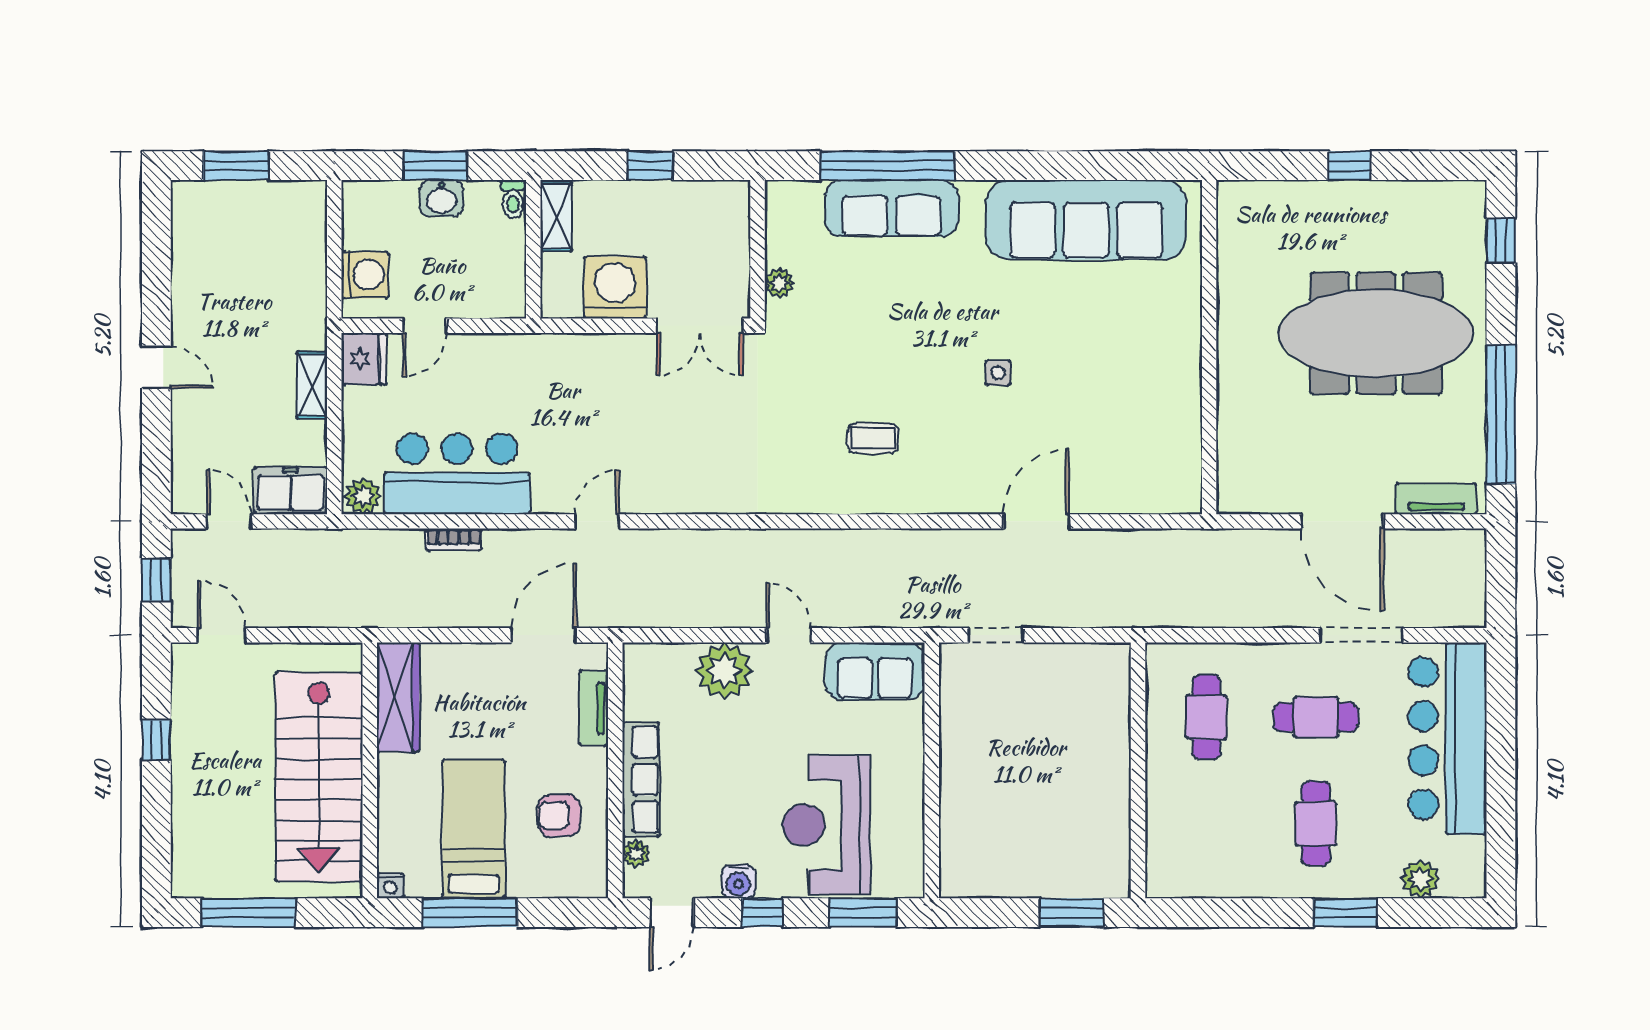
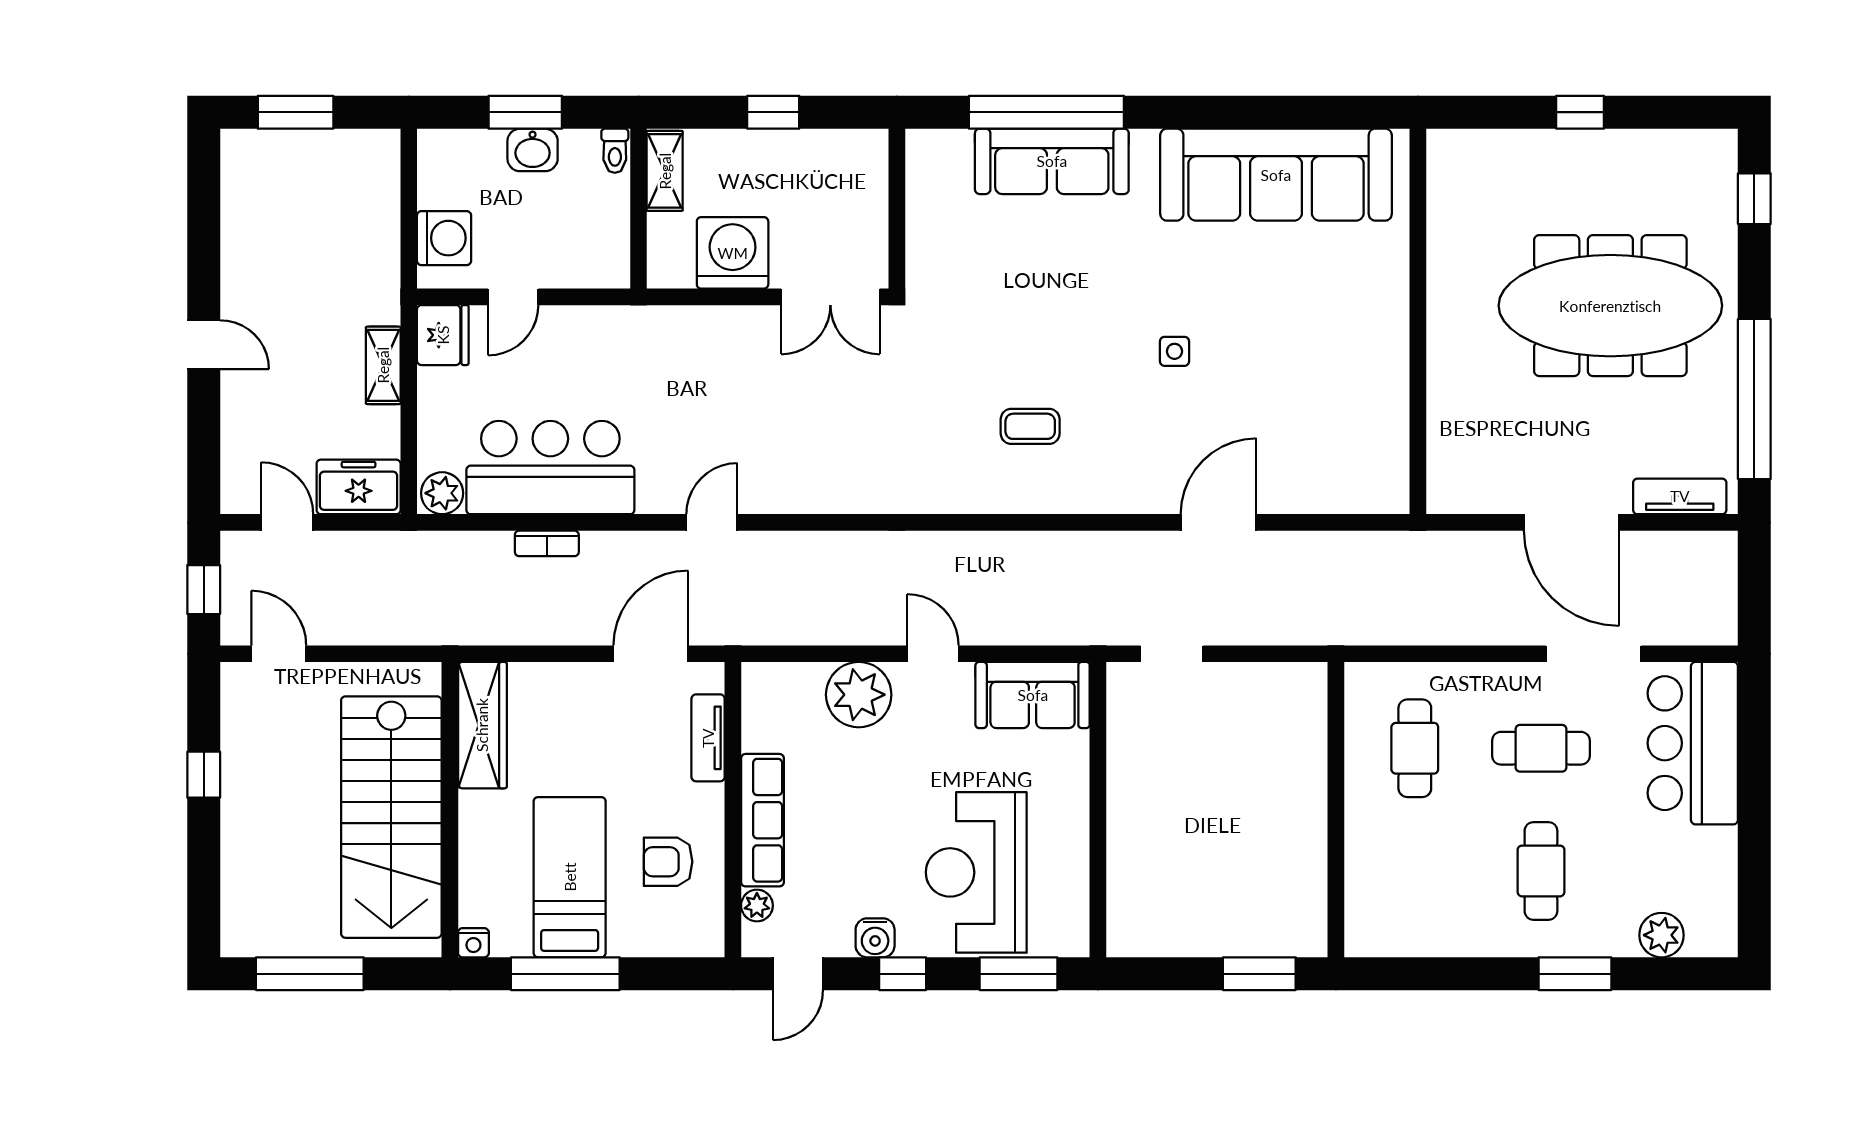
plant: (779, 283) -> (922, 247), removed
bar counter: (1447, 738) -> (1693, 743), width x0.73

